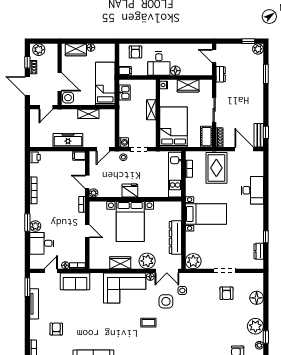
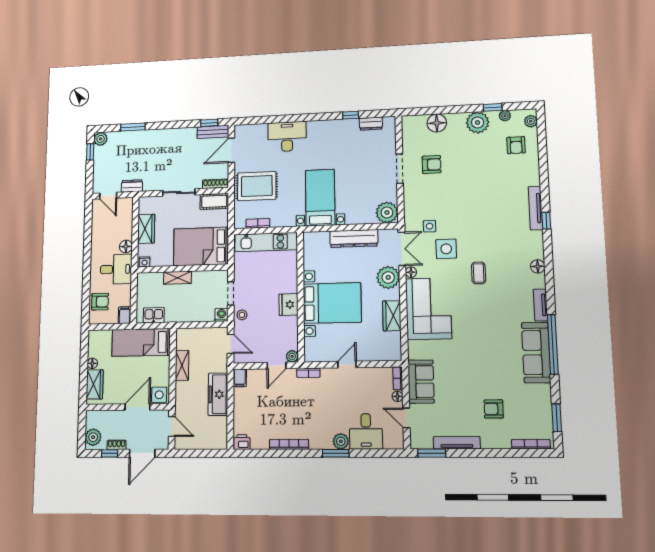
door: (214, 56) -> (108, 196), hinge flipped

